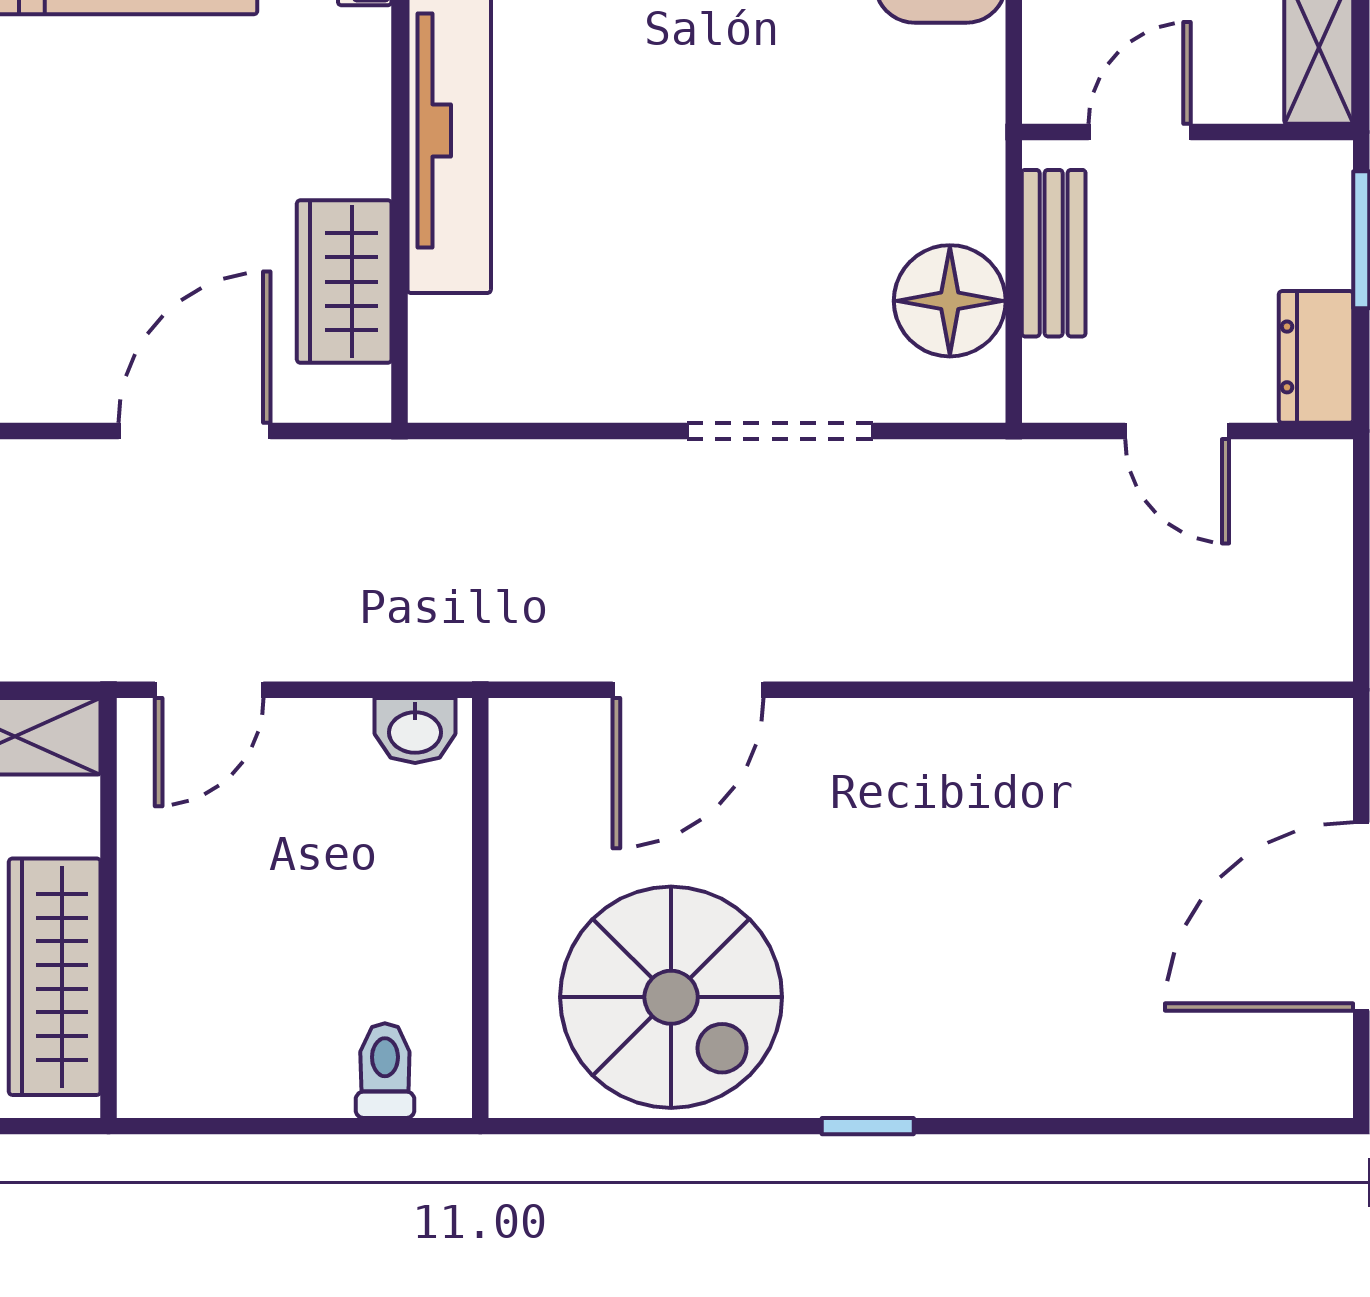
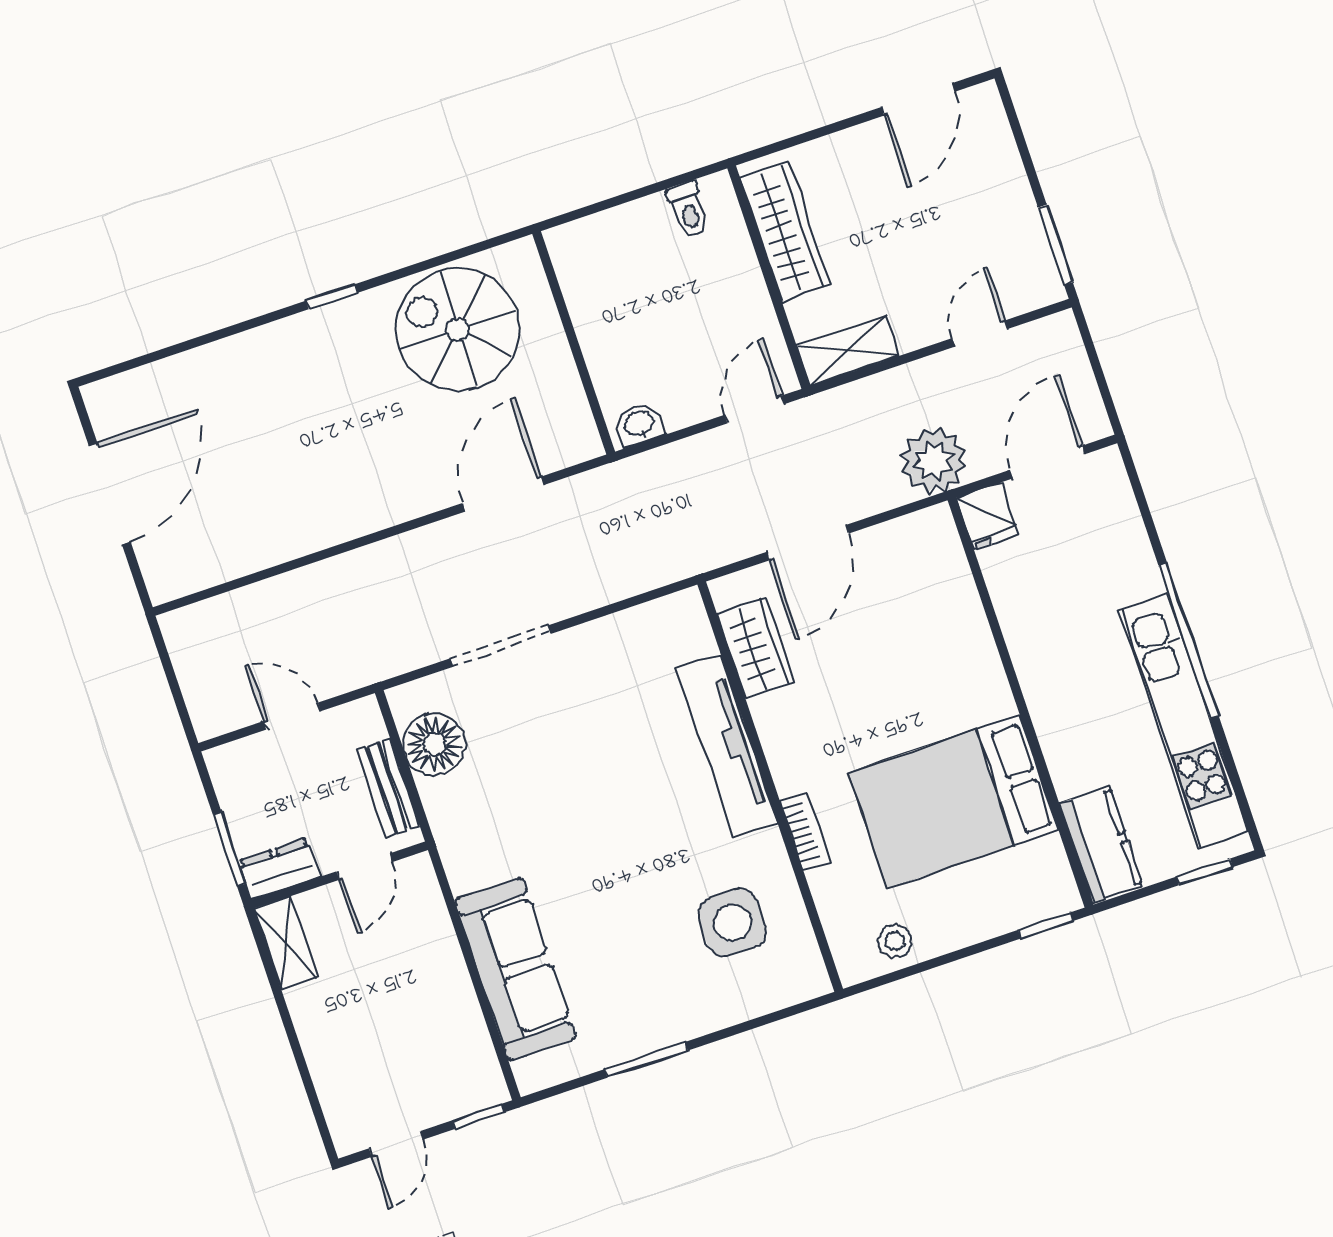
dresser: (1316, 357) -> (279, 869), moved, turned -90
toilet: (385, 1071) -> (688, 209), moved

